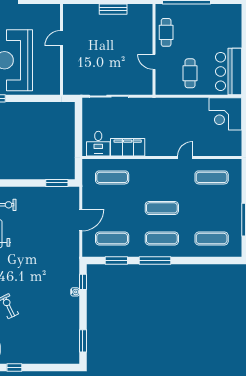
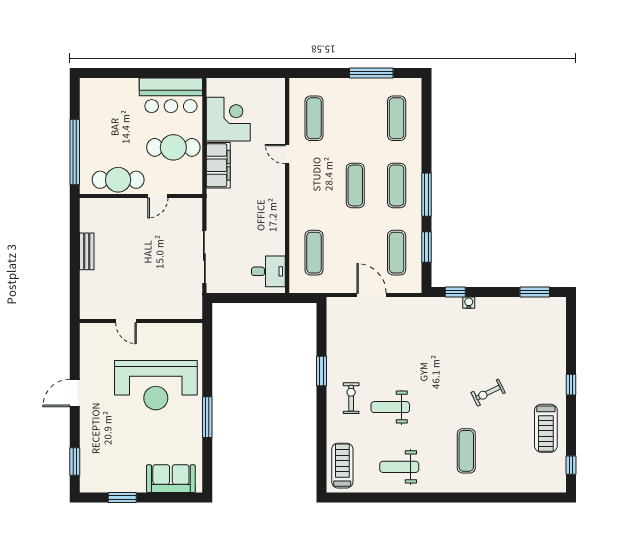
cafe table: (166, 32) -> (118, 180), width x1.37, depth x1.35
cafe table: (190, 73) -> (173, 147), width x1.37, depth x1.35
corner desk: (225, 114) -> (228, 119), moved, turned -90
filing cabinet: (128, 147) -> (218, 165), moved, turned 180
window: (57, 183) -> (322, 371), moved

